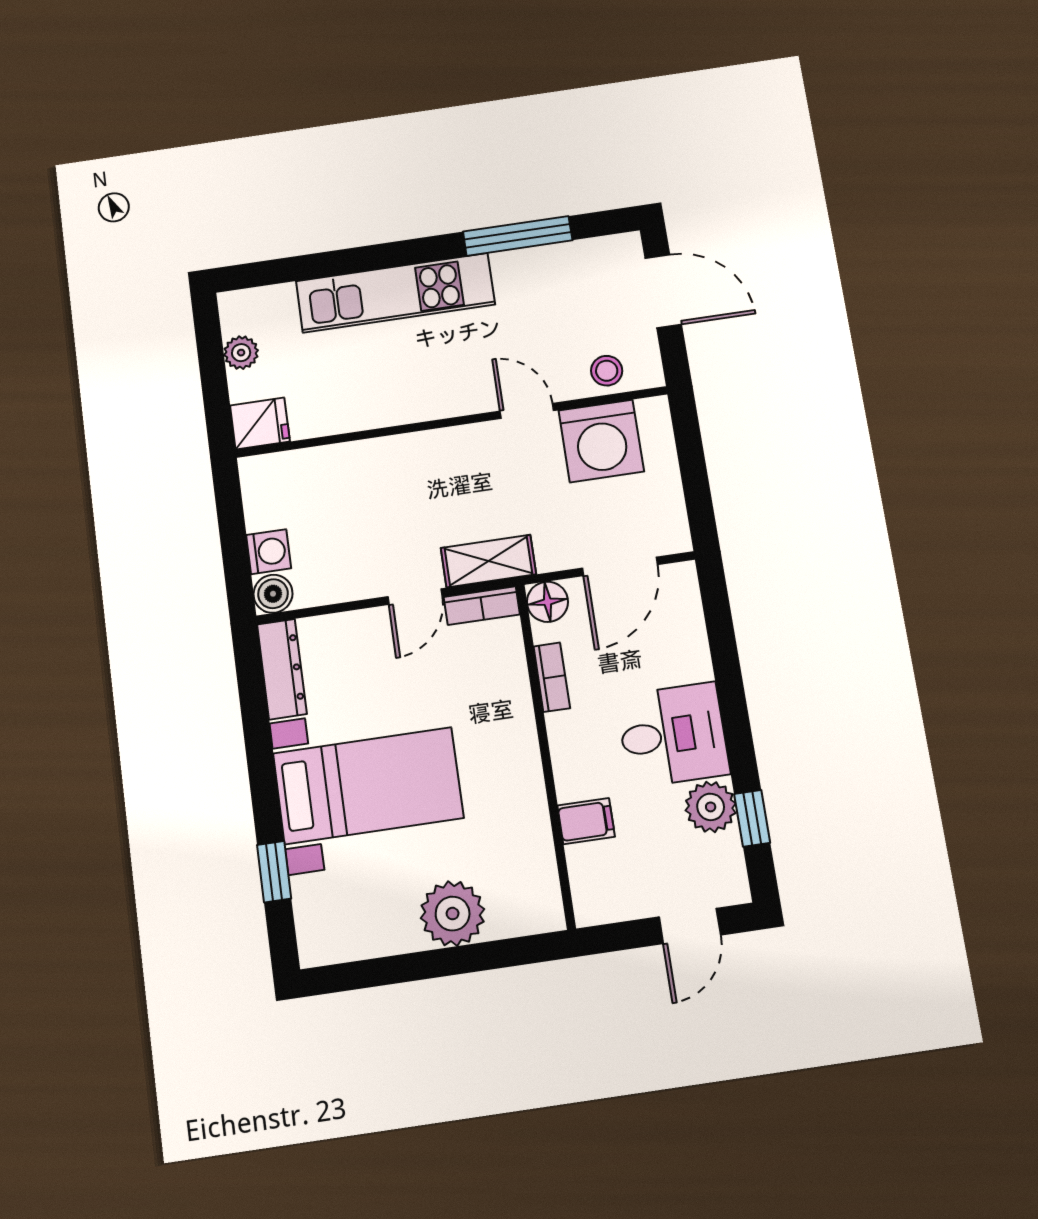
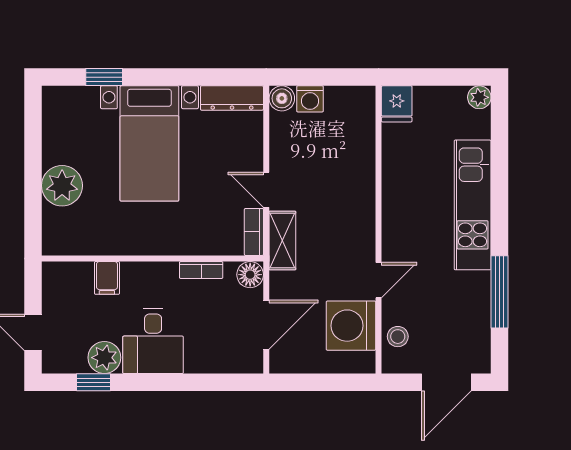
plant: (241, 353) -> (479, 97), moved
door: (620, 566) -> (266, 325), swing flipped

